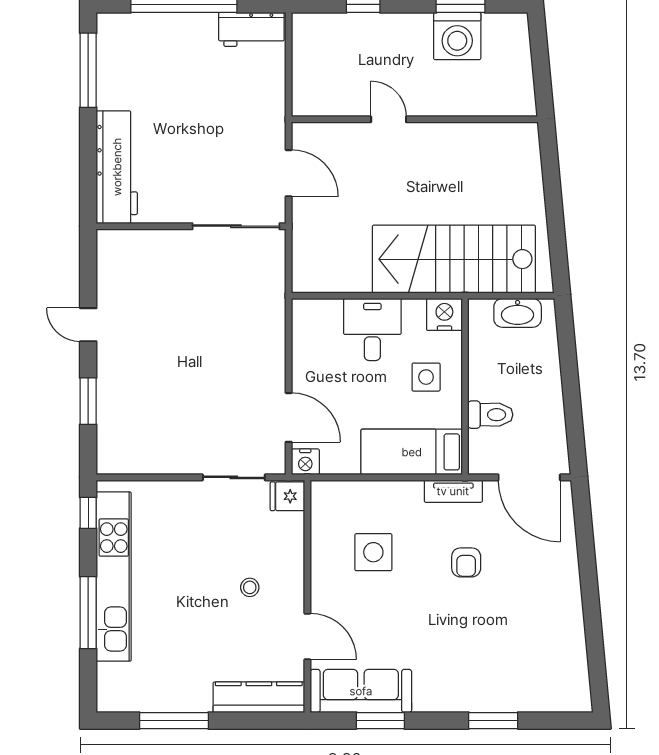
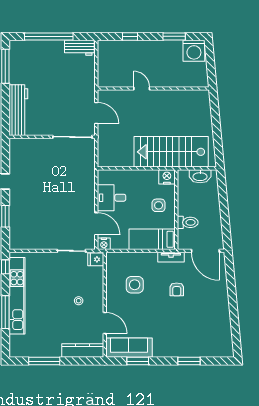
washing machine: (457, 36) -> (194, 51), moved
desk: (372, 329) -> (112, 198), moved, turned -90

